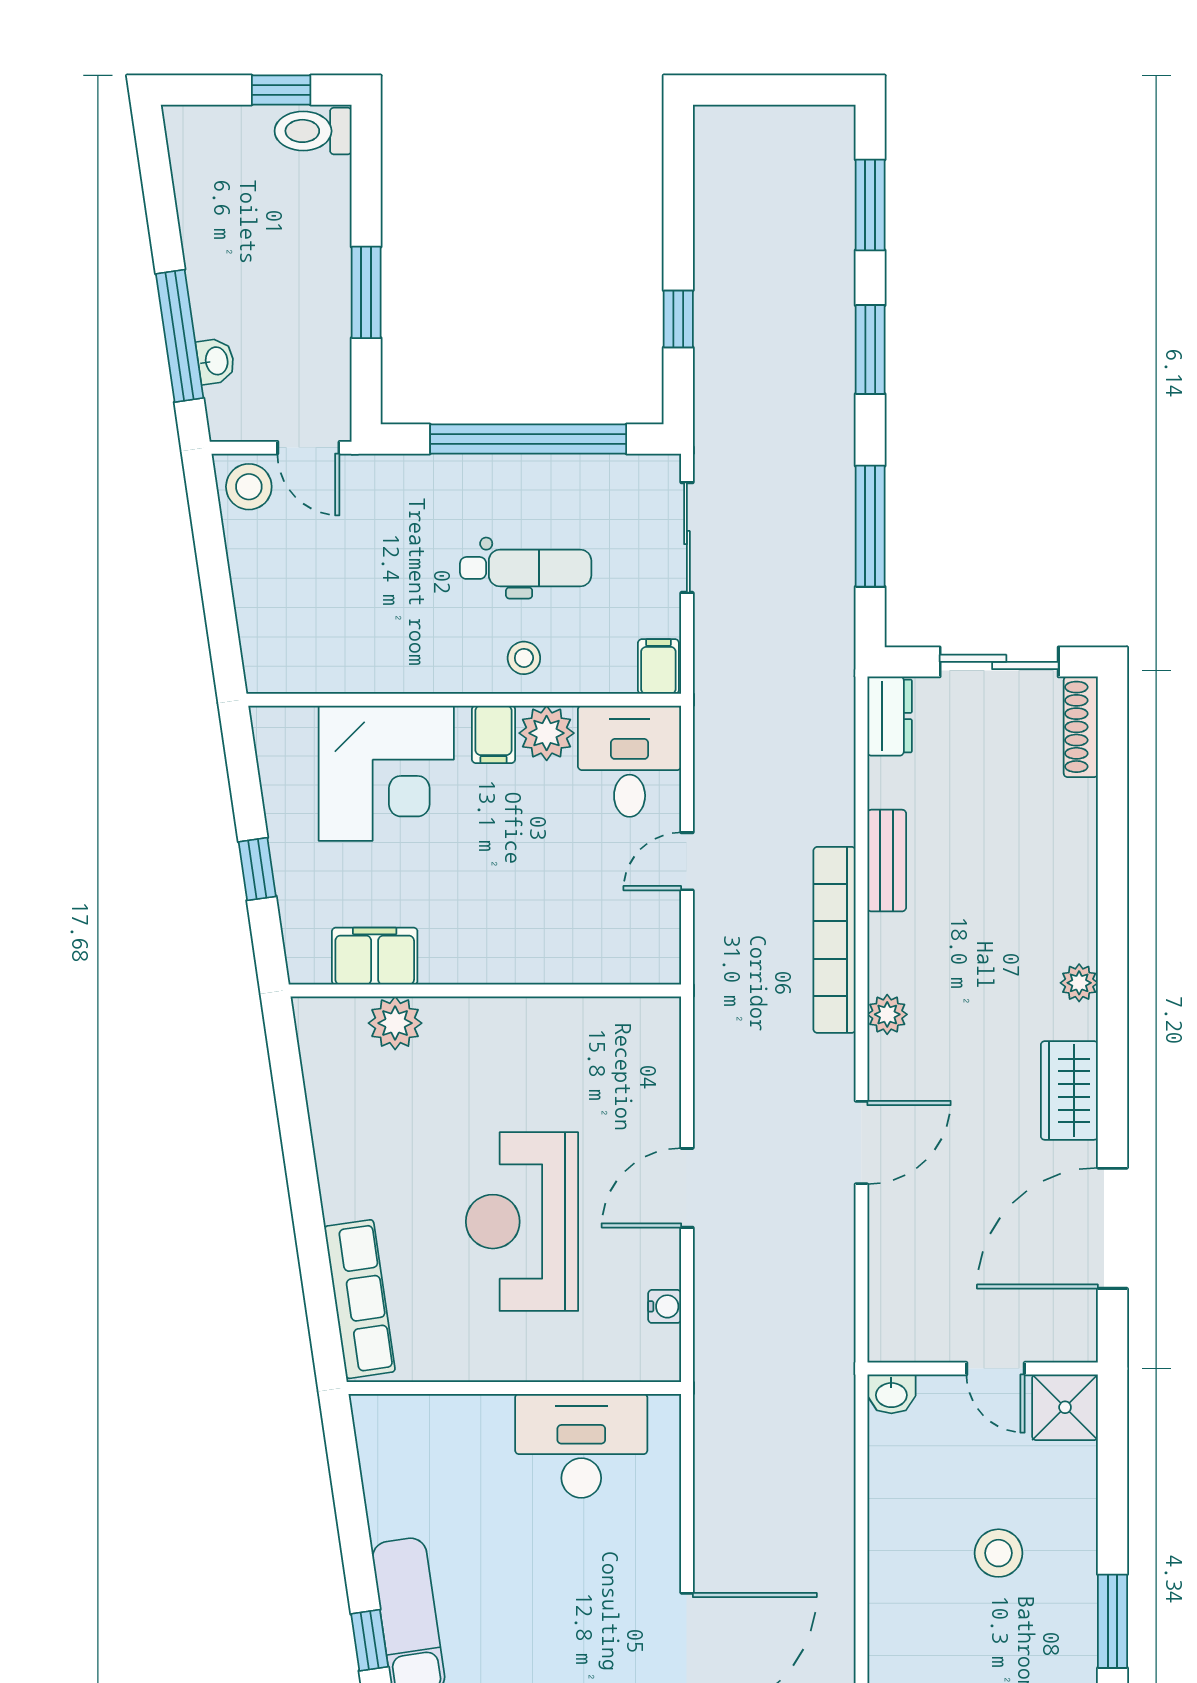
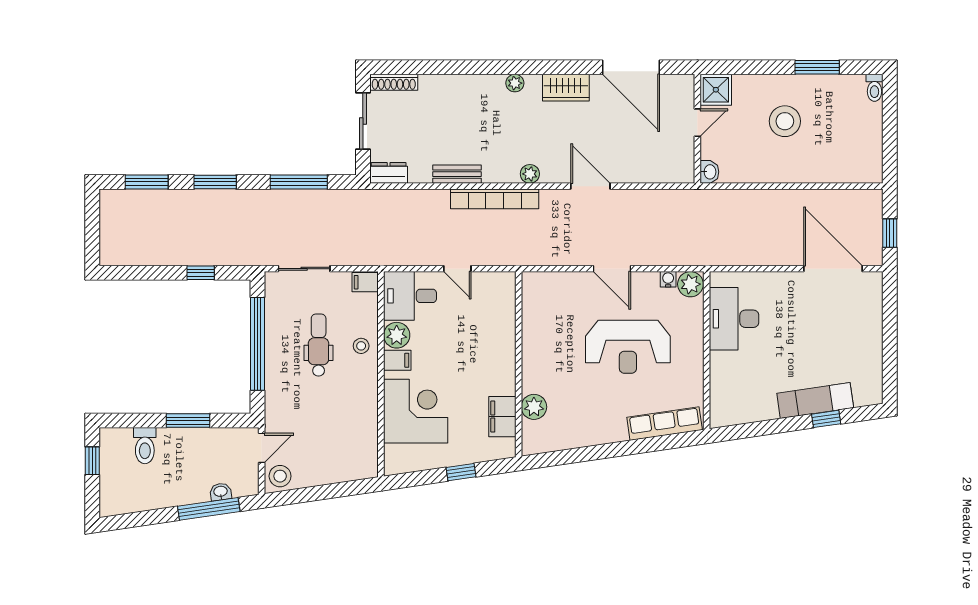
toilet: (313, 131) -> (145, 446), moved
plant: (654, 1354) -> (690, 284), added
stool: (999, 1553) -> (785, 121), width x1.38, depth x1.38

